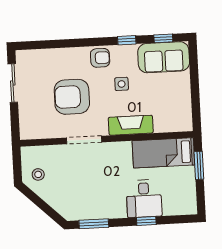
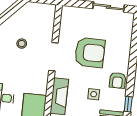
armchair: (72, 97) -> (90, 53), turned 90
stool: (38, 174) -> (22, 44), moved

